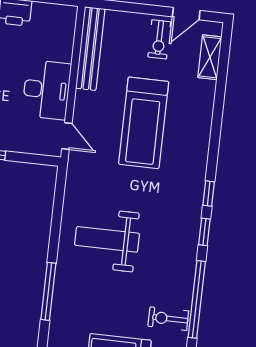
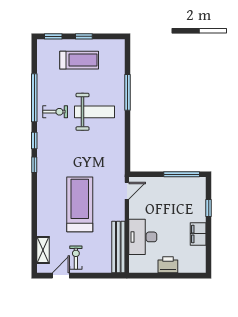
desk: (46, 90) -> (143, 237), moved
door: (67, 136) -> (127, 191), swing flipped
weight bench: (107, 239) -> (94, 112), moved
exercise bike: (168, 319) -> (55, 112), moved

